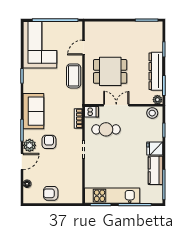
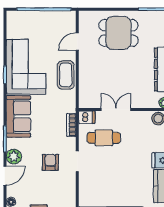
corner sofa: (40, 45) -> (26, 67), moved
dining table: (110, 71) -> (118, 33), moved
armchair: (49, 142) -> (50, 162), moved

